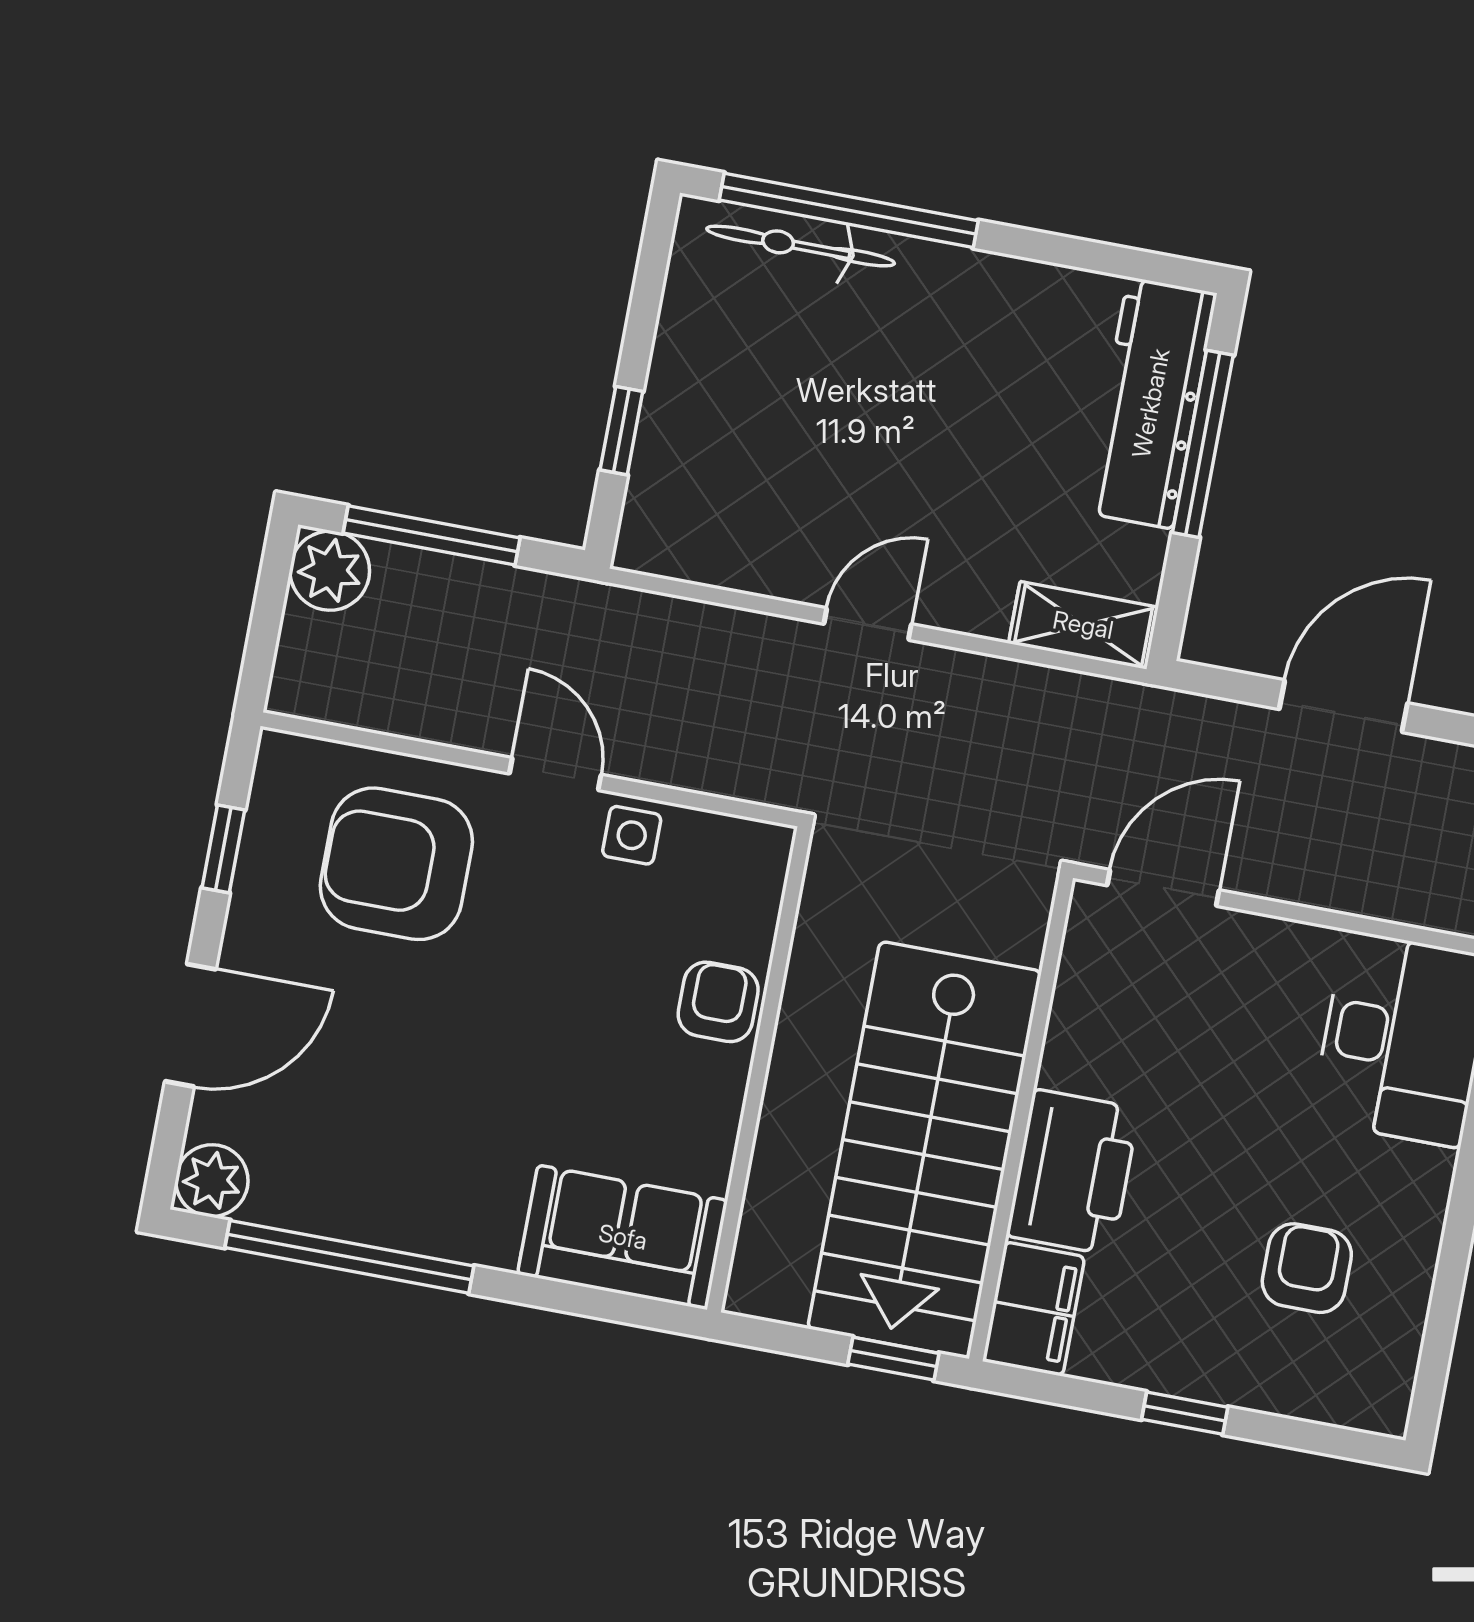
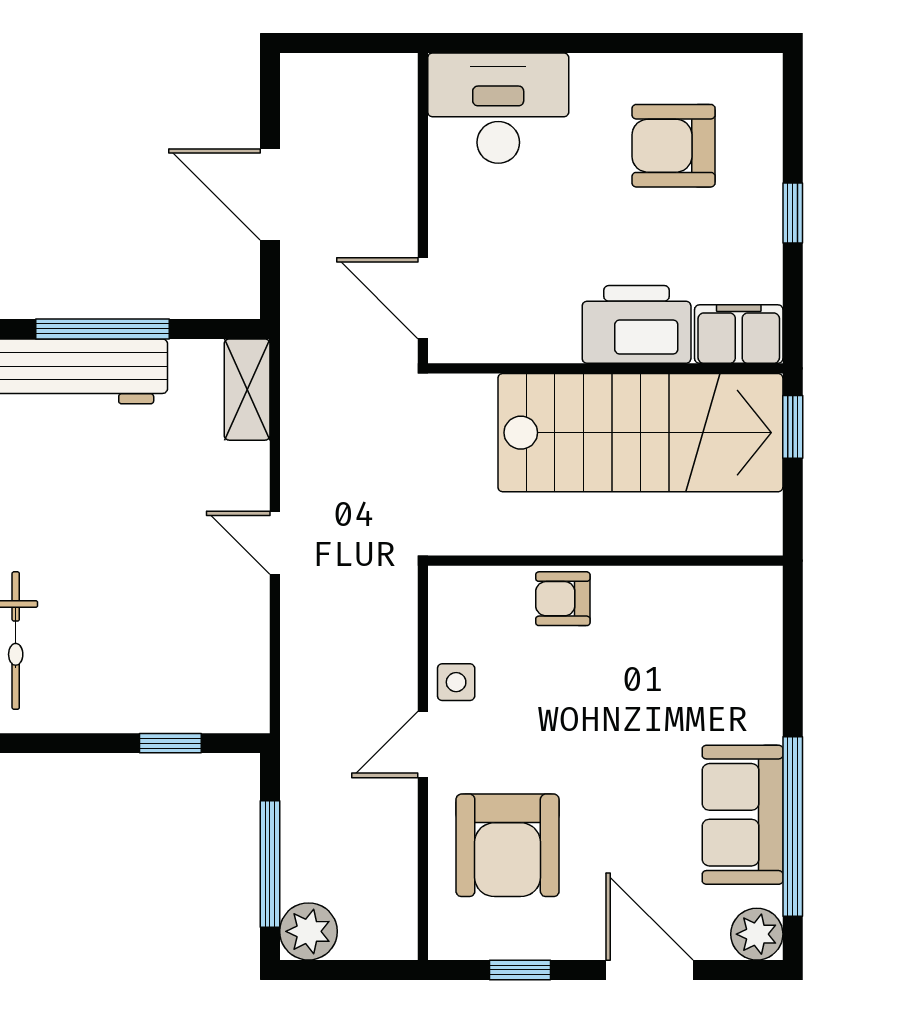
sofa: (623, 1237) -> (743, 815), moved
armchair: (1307, 1268) -> (674, 146), width x1.38, depth x1.38

